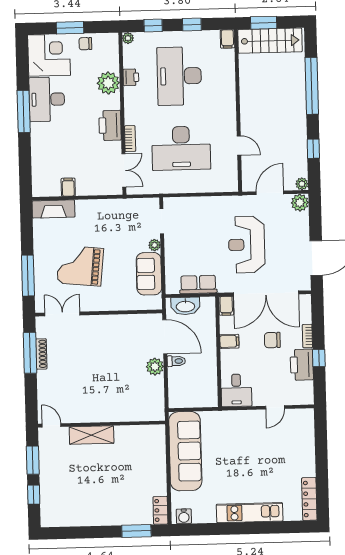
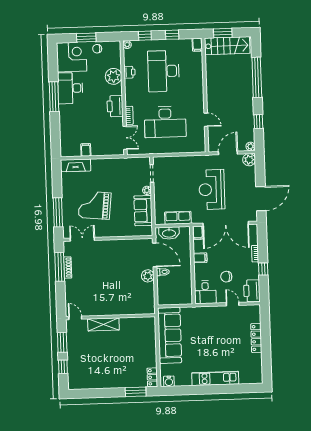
chair: (272, 340) -> (226, 277), moved
printer: (302, 365) -> (252, 291), moved
door: (275, 407) -> (233, 304), swing flipped
locker: (309, 499) -> (256, 338), moved

